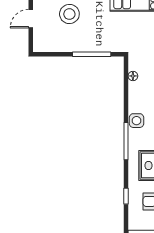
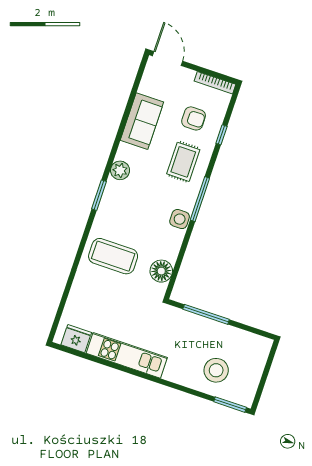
door: (31, 19) -> (263, 380), removed
floor lamp: (133, 76) -> (161, 271), width x1.89, depth x1.89

